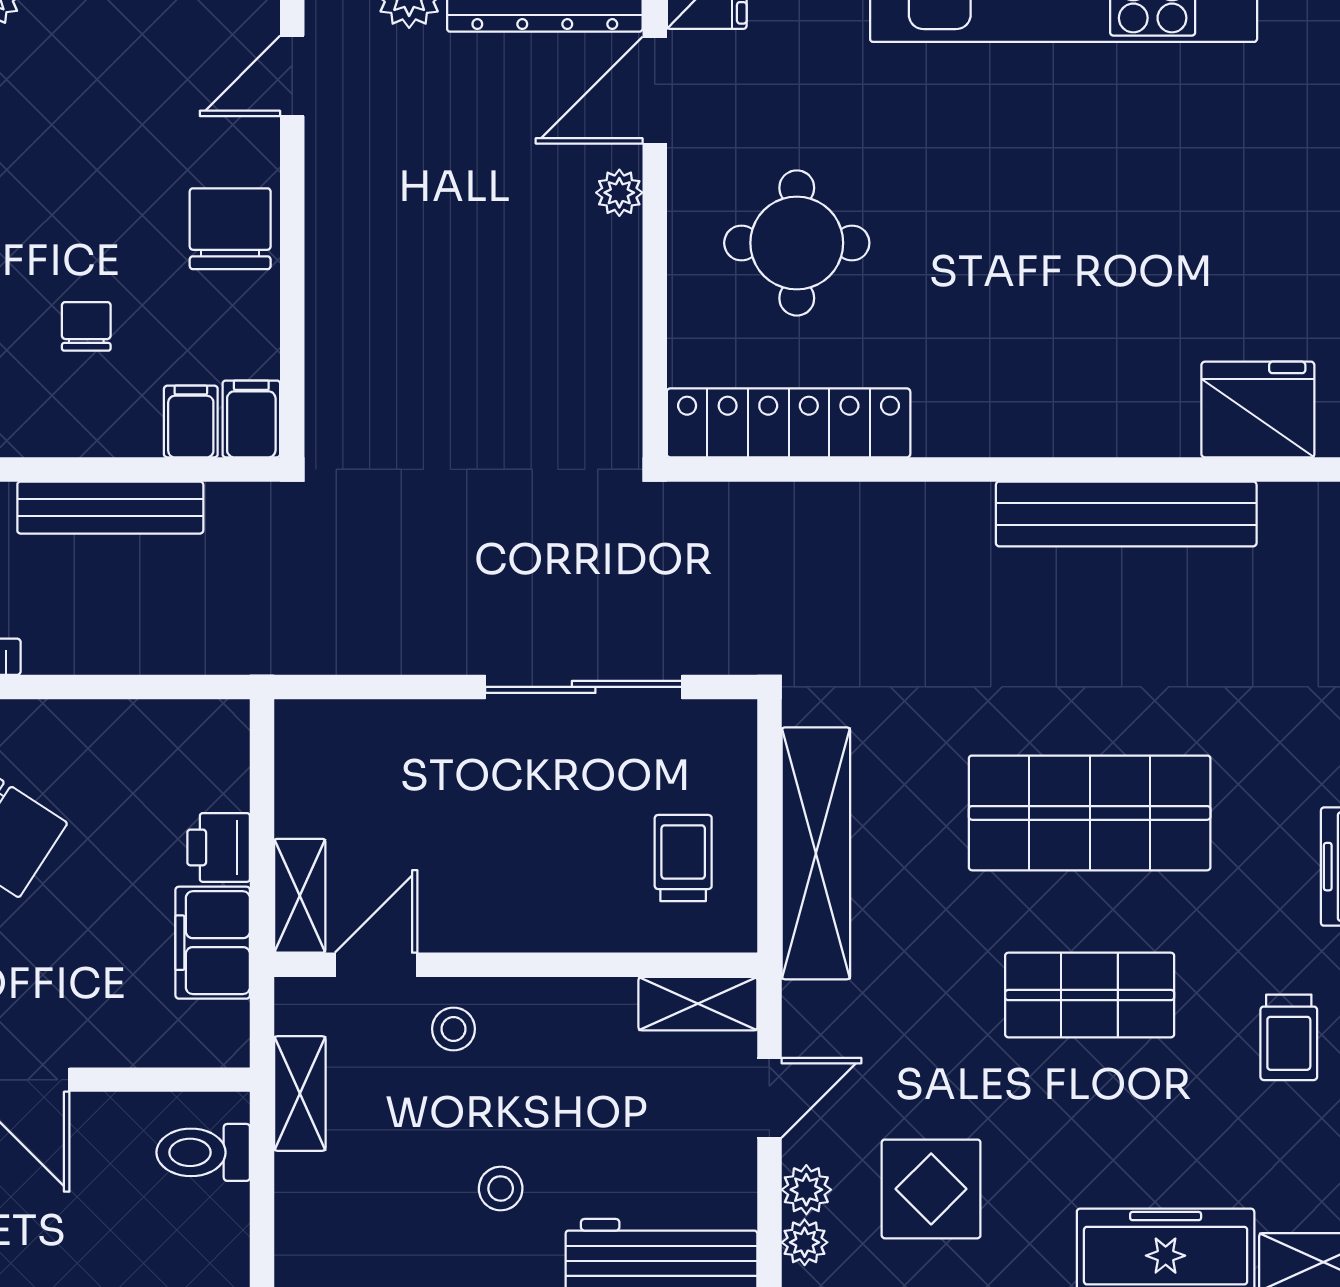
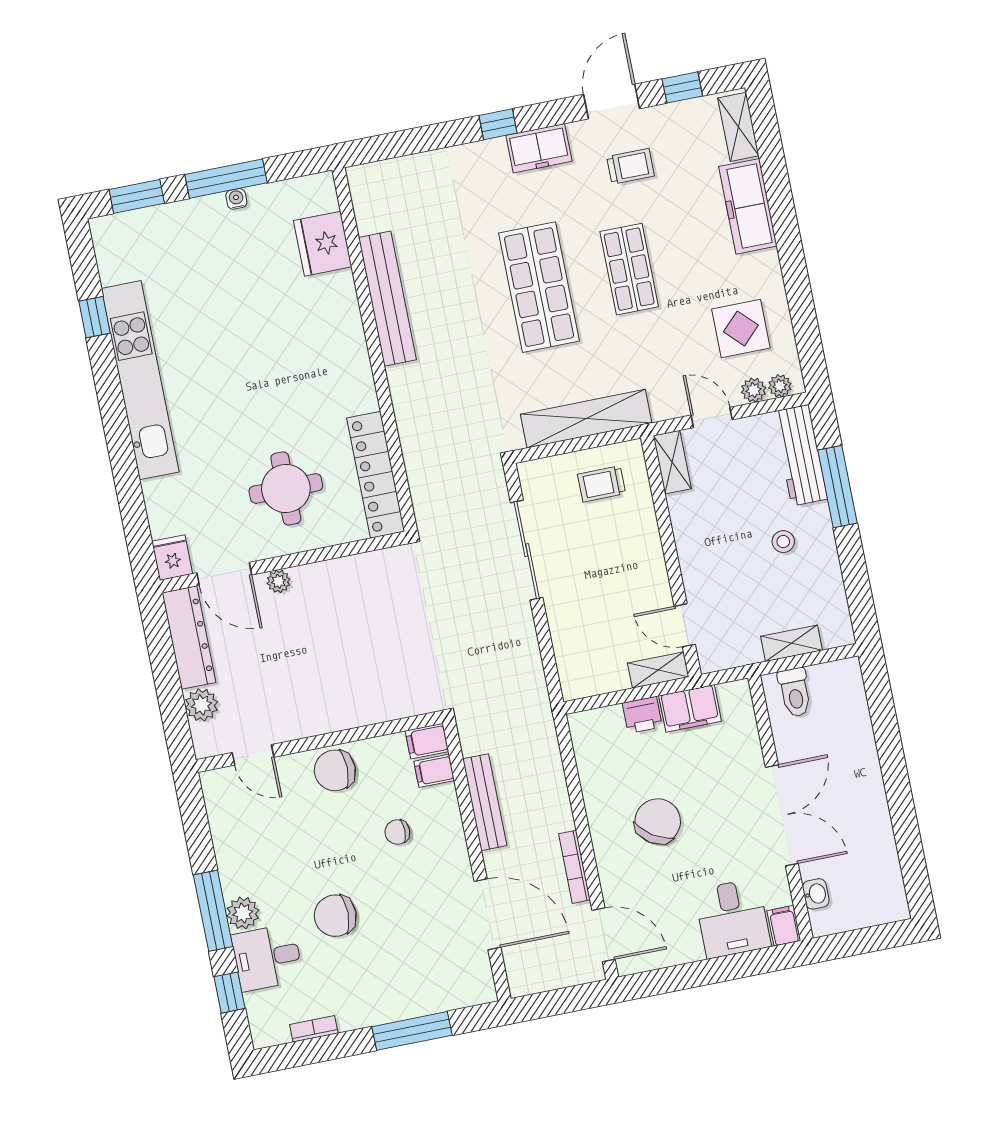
stool: (454, 1029) -> (709, 581), removed
shelving: (300, 1094) -> (792, 643), moved

